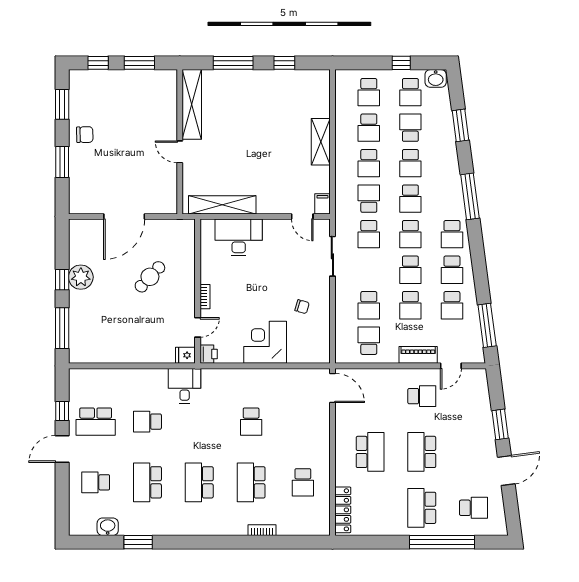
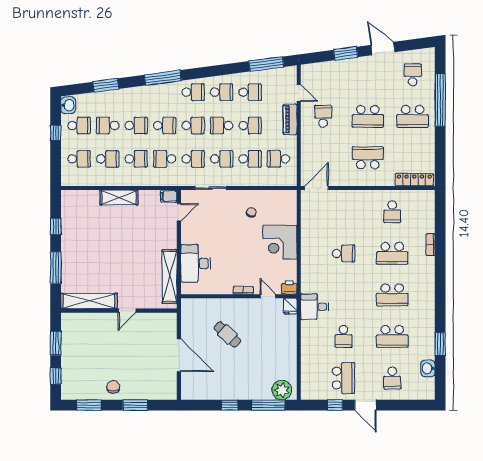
school desk: (369, 270) -> (222, 159), added
school desk: (410, 270) -> (222, 126), turned 180
plant: (81, 277) -> (282, 390), moved
school desk: (303, 482) -> (392, 212), turned 90

